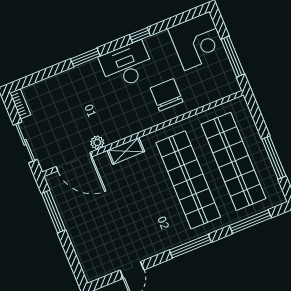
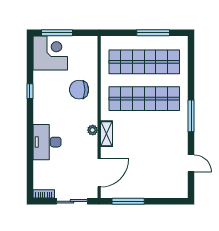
window: (85, 57) -> (30, 135), removed
window: (233, 57) -> (57, 33), moved
desk: (127, 65) -> (47, 142), moved
plant: (97, 143) -> (93, 130), moved
window: (250, 222) -> (191, 67), removed

